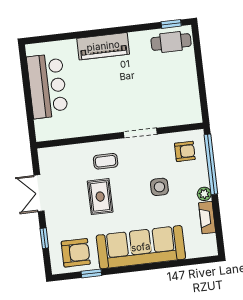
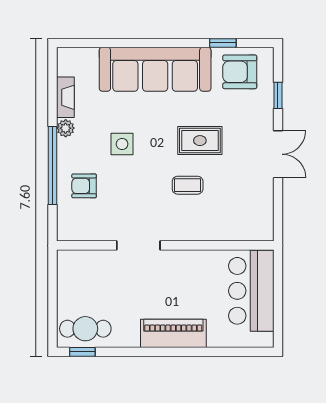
doorway: (140, 133) -> (138, 245), moved
wall: (120, 135) -> (165, 245), moved
rug: (100, 197) -> (200, 141), turned 90

